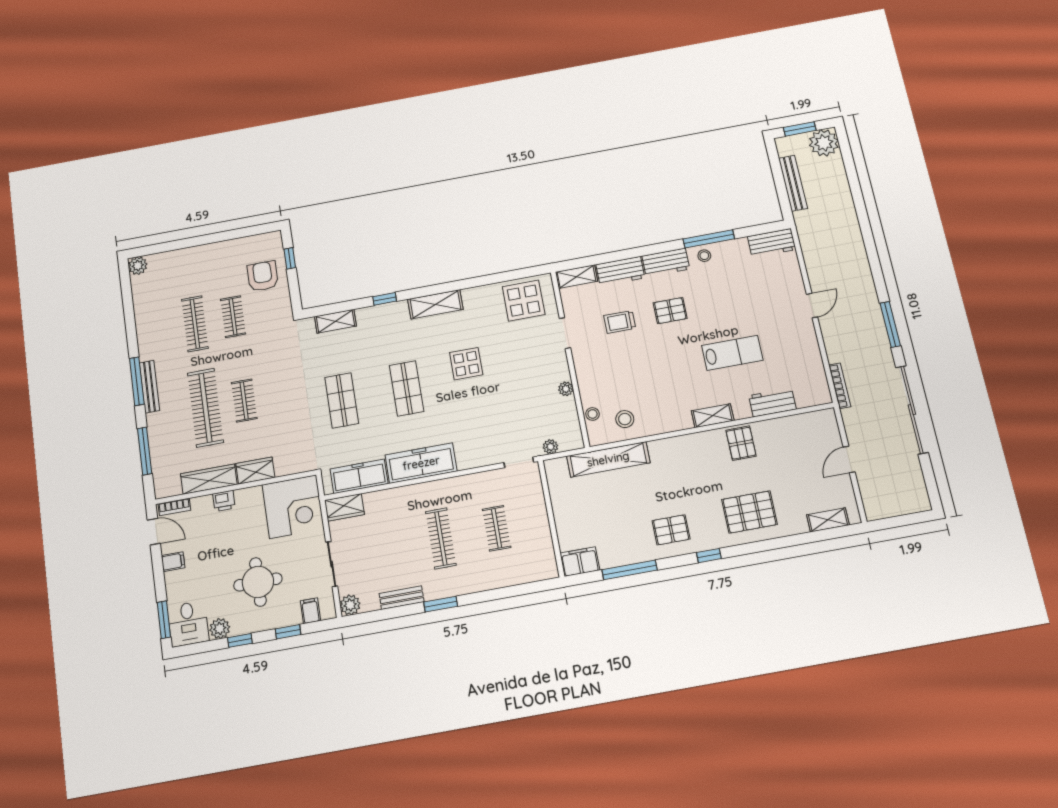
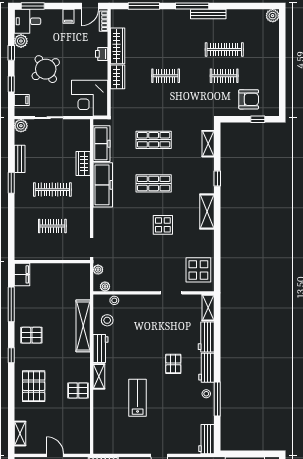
trolley: (620, 322) -> (172, 330), removed
lab bench: (732, 353) -> (138, 398), turned 180
bench: (149, 387) -> (208, 14), moved
plant: (566, 389) -> (105, 286), moved
workbench: (772, 402) -> (100, 349), moved
clothes rail: (205, 408) -> (166, 50), removed
shelving: (608, 459) -> (83, 326), moved
wardrobe: (345, 507) -> (83, 164), moved
pallet: (671, 530) -> (31, 335), turned 90
round table: (258, 582) -> (46, 69), turned -35

